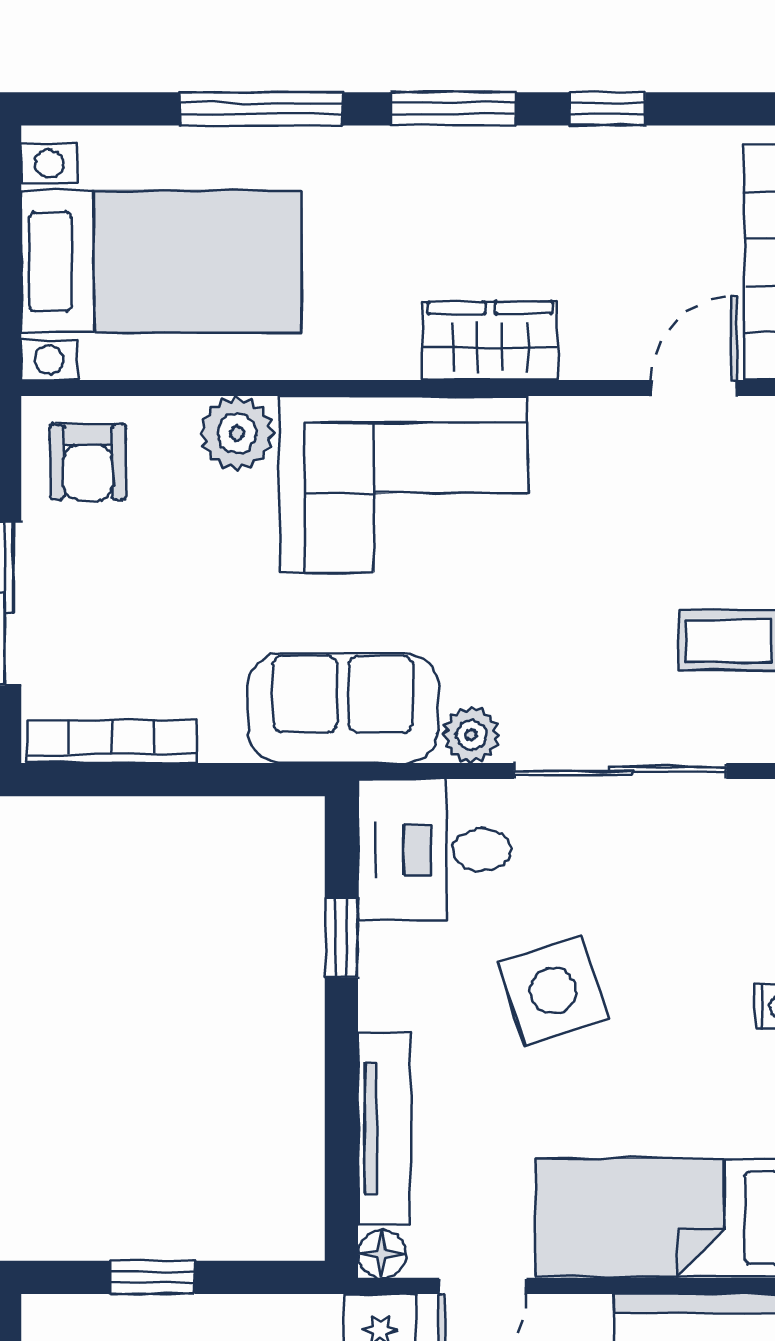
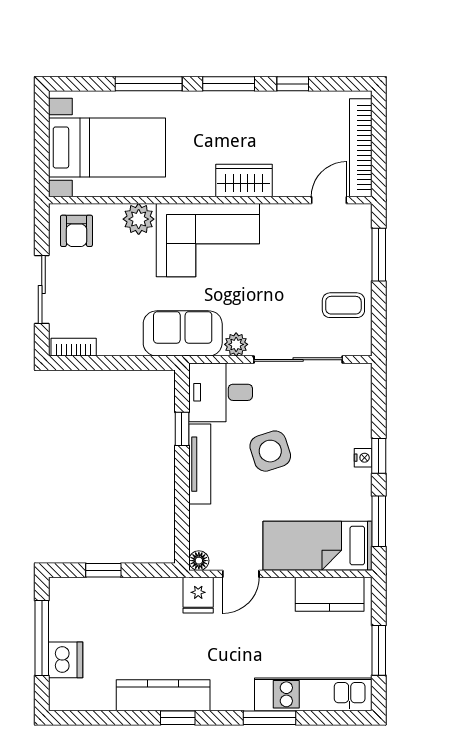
bookcase: (112, 741) -> (74, 347), width x0.64
tv unit: (384, 1128) -> (200, 464), moved

